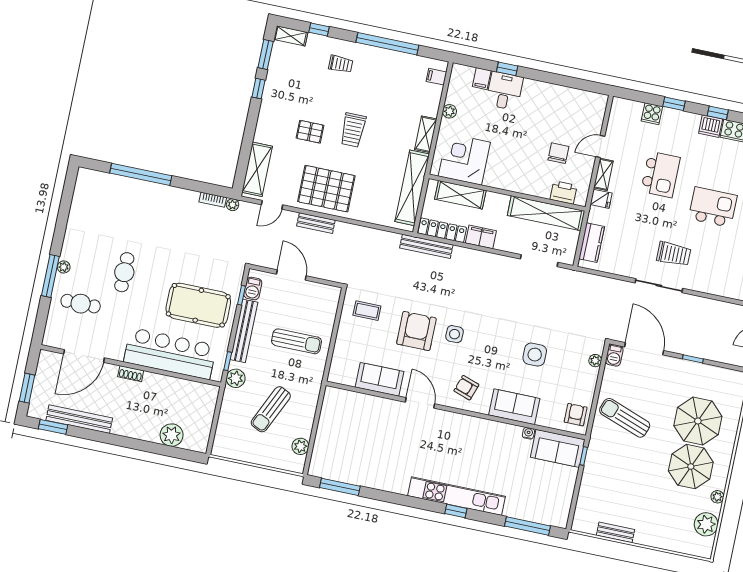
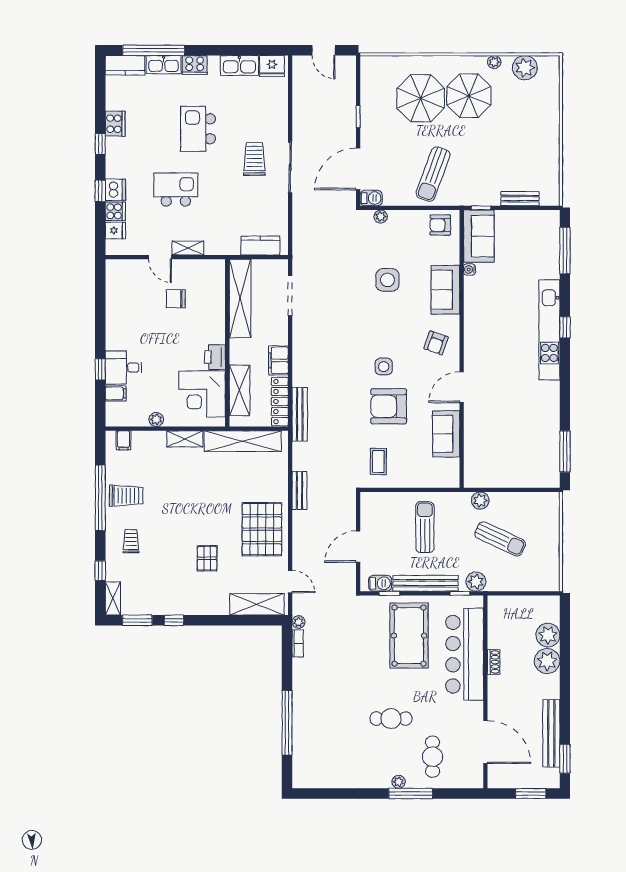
dishwasher: (711, 126) -> (115, 190), moved
trolley: (353, 130) -> (126, 496), moved
printer: (564, 192) -> (215, 357), moved
fridge: (601, 199) -> (115, 231), moved, turned 90
bench: (316, 223) -> (299, 490), moved
shoe rack: (131, 374) -> (494, 662), moved
plant: (148, 429) -> (547, 661), added
plant: (300, 446) -> (480, 501), moved
bench: (615, 532) -> (520, 199), moved, turned 90

